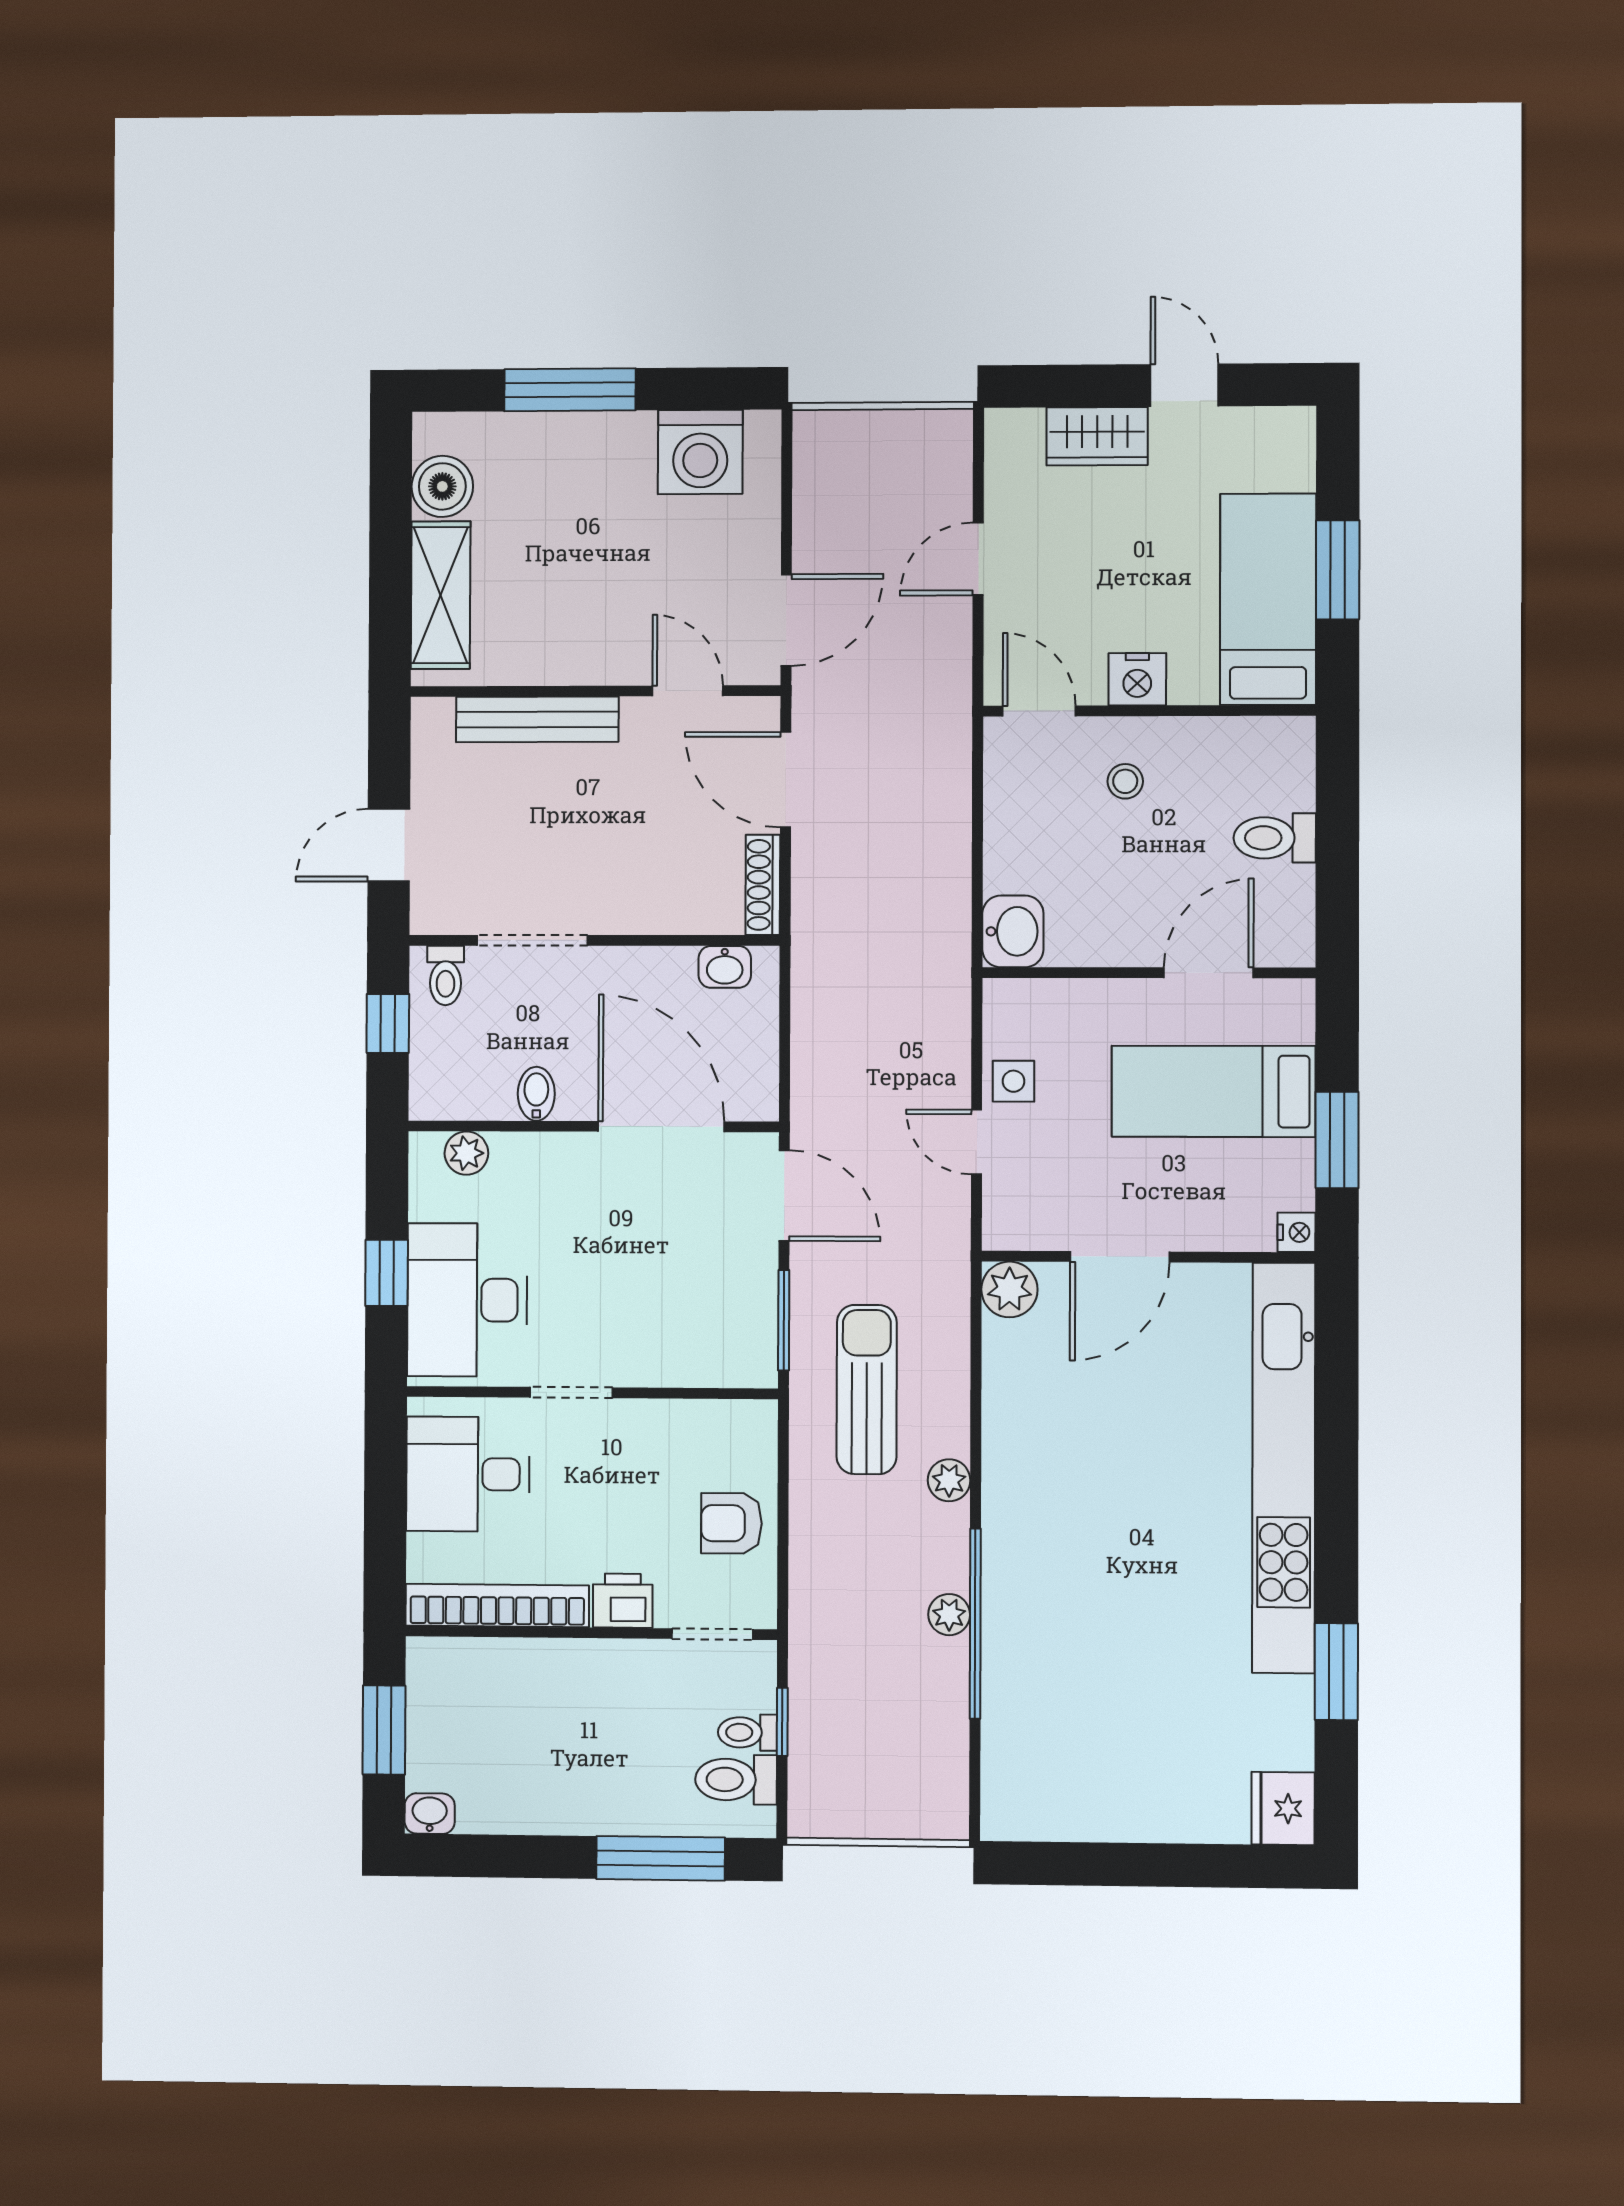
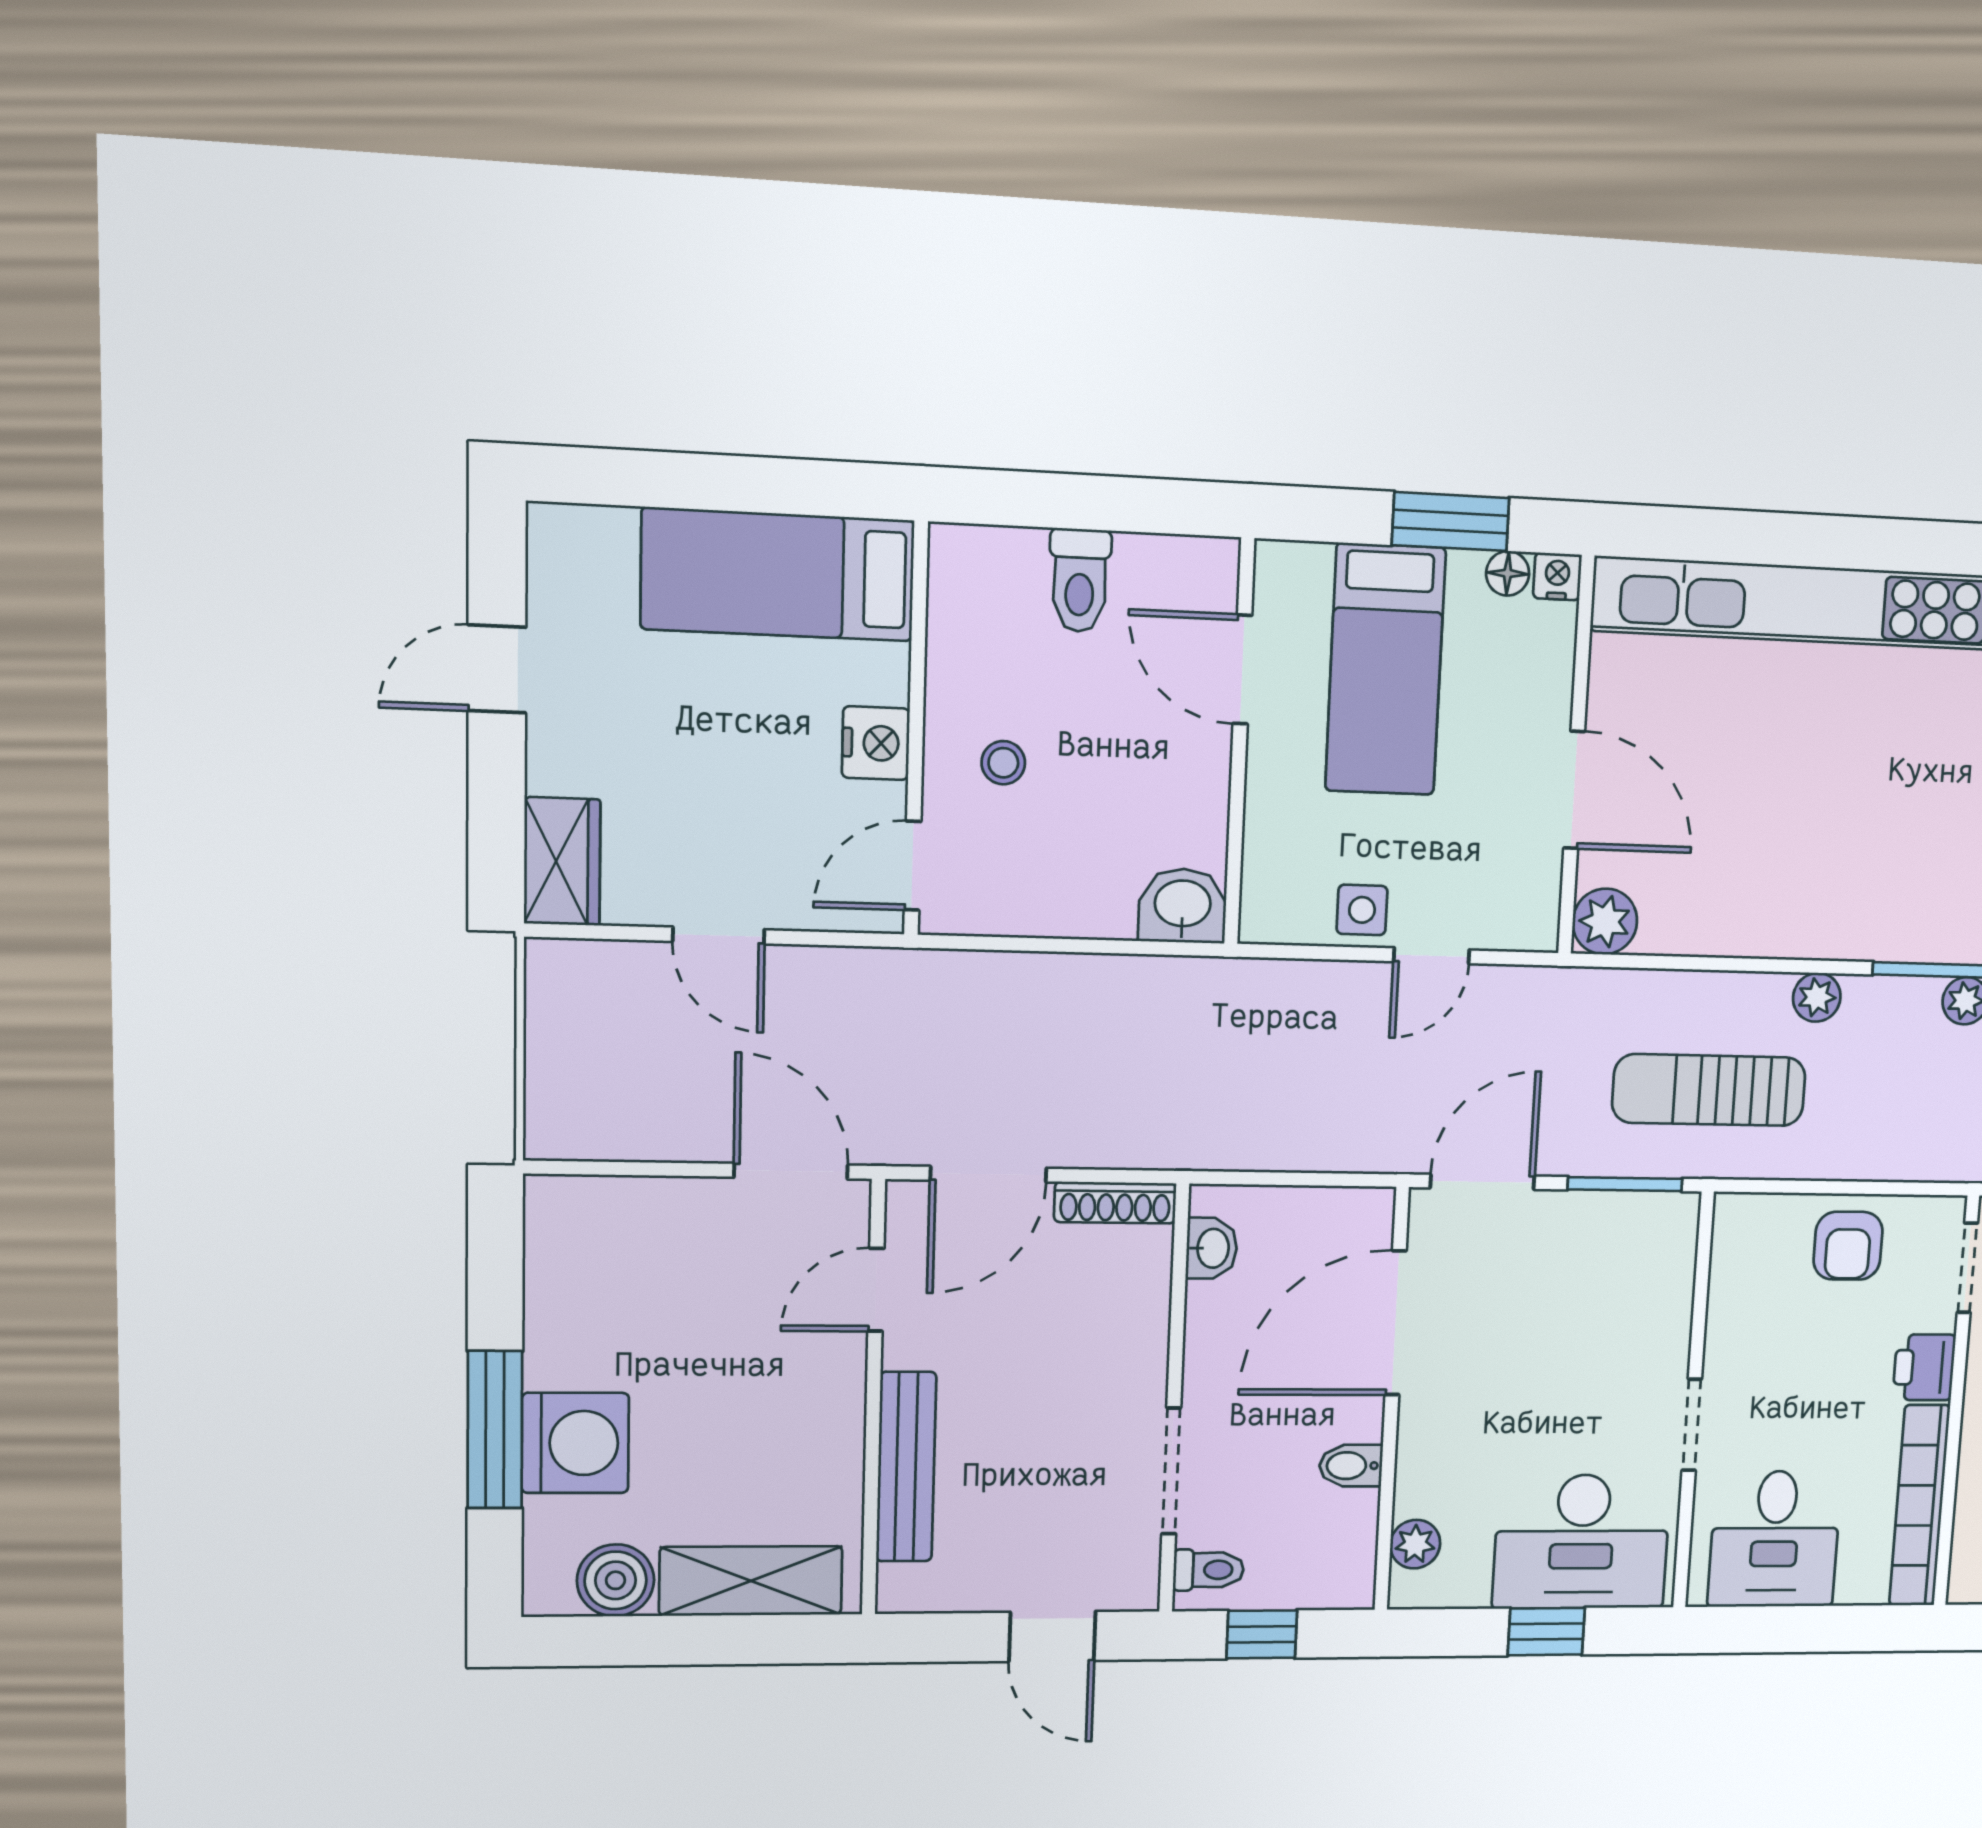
wardrobe: (1097, 436) -> (562, 861), moved
washing machine: (700, 452) -> (575, 1443), moved
window: (1338, 570) -> (742, 484), removed
floor lamp: (1297, 1190) -> (1508, 573), added

